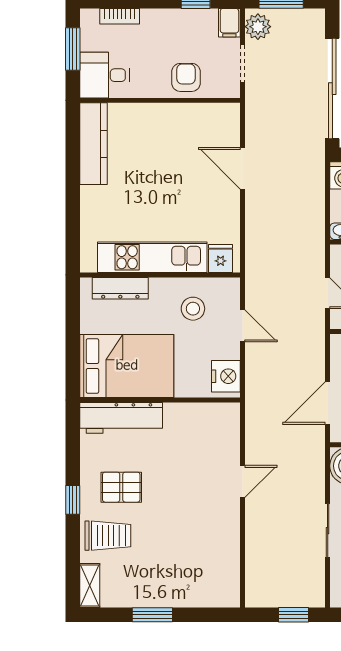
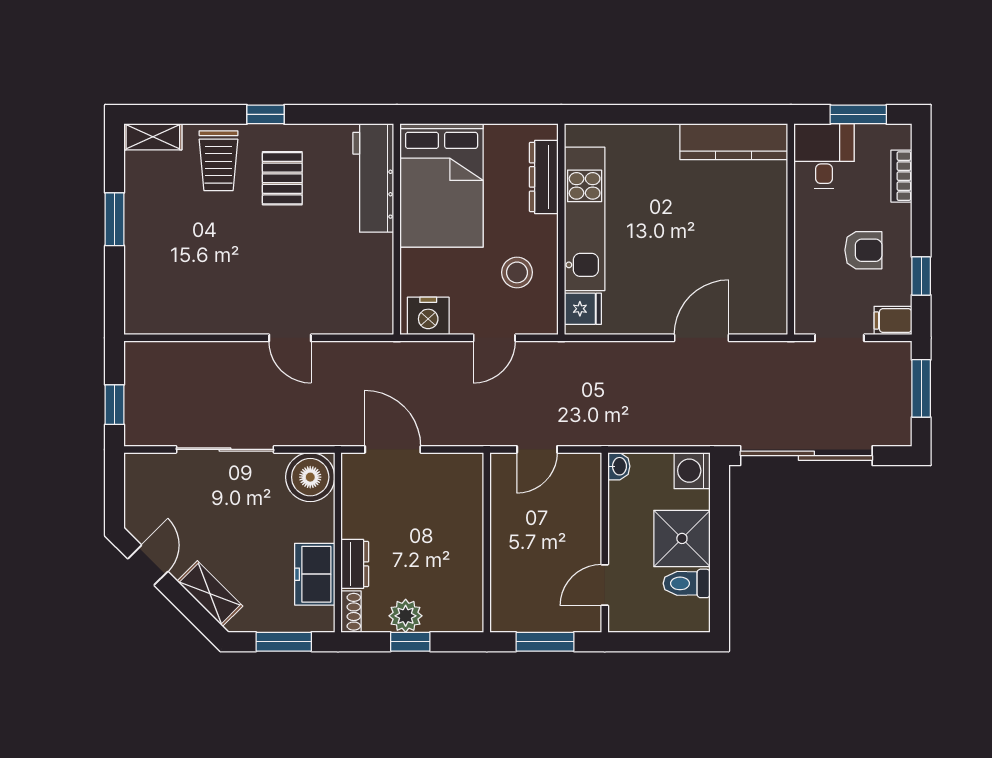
plant: (258, 27) -> (888, 358), removed
armchair: (186, 77) -> (863, 250), moved
sliding door: (328, 531) -> (225, 449), width x1.37

